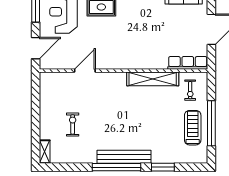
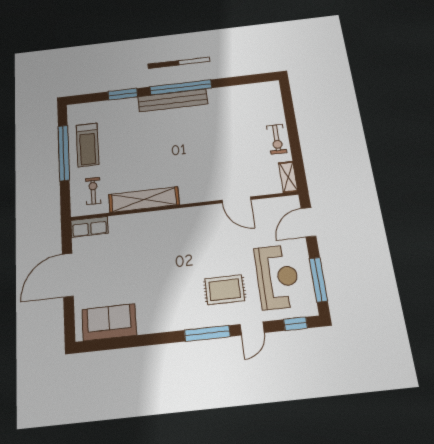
row of seats: (188, 63) -> (89, 227), width x0.68
door: (85, 71) -> (236, 200), hinge flipped
exercise bike: (73, 124) -> (277, 139), moved
shelving: (45, 152) -> (288, 177), moved

